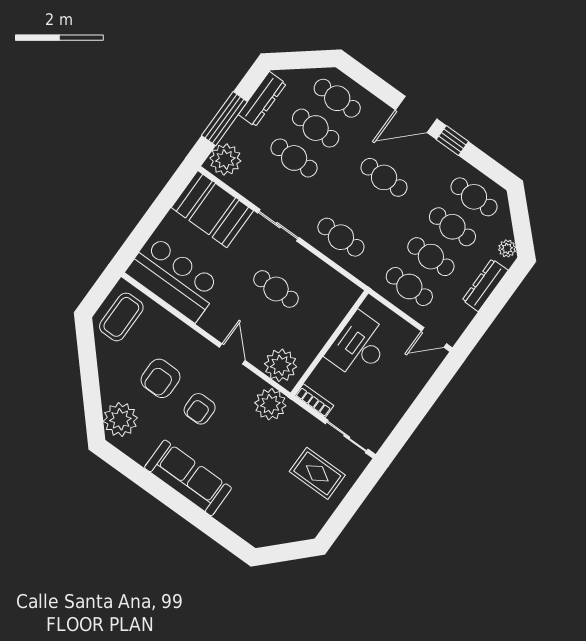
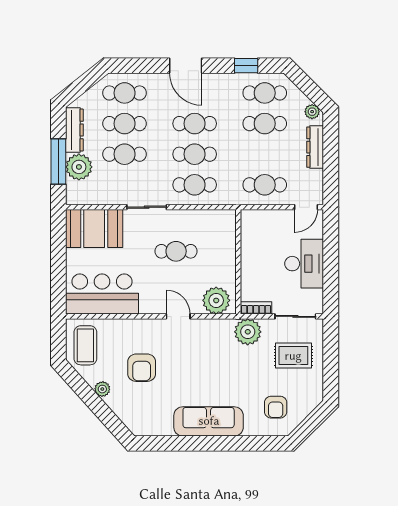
door: (416, 114) -> (186, 66), hinge flipped
window: (452, 141) -> (246, 66), moved
plant: (225, 159) -> (79, 167), moved
cafe table: (431, 257) -> (195, 154), moved
desk: (359, 346) -> (304, 264), moved, turned 180
plant: (270, 404) -> (248, 332), moved
armchair: (200, 409) -> (276, 407), moved
plant: (120, 419) -> (102, 389), moved, width x0.53, depth x0.53

